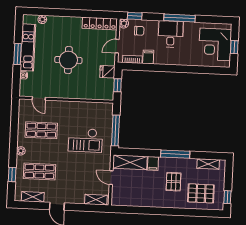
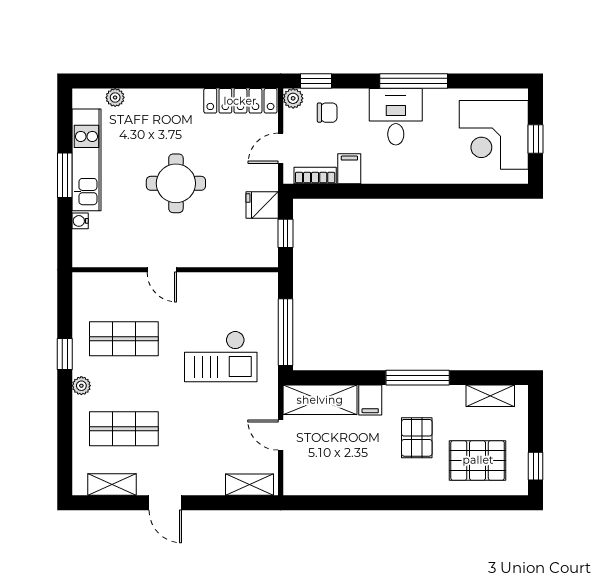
door: (39, 98) -> (162, 270), moved
window: (12, 174) -> (65, 354), moved

